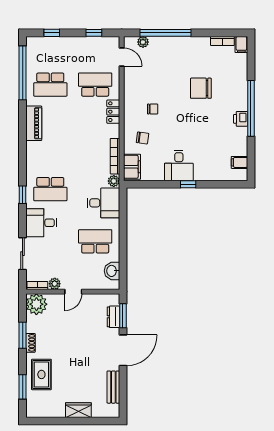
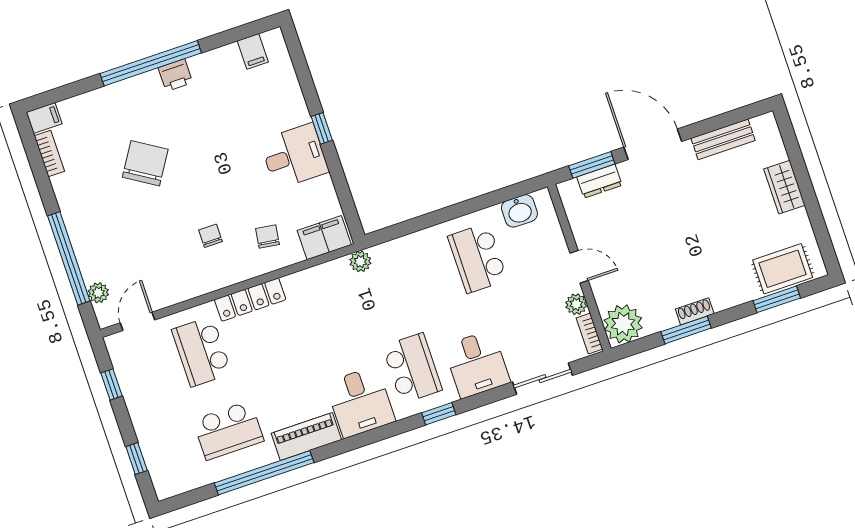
window: (23, 73) -> (264, 473), moved
school desk: (50, 85) -> (228, 430), turned 90
chair: (201, 88) -> (145, 163), turned -148
locker: (113, 112) -> (250, 300), width x1.53
bookcase: (115, 156) -> (316, 274), removed
desk: (103, 203) -> (360, 402), moved, turned 180
rug: (41, 374) -> (783, 269), moved

